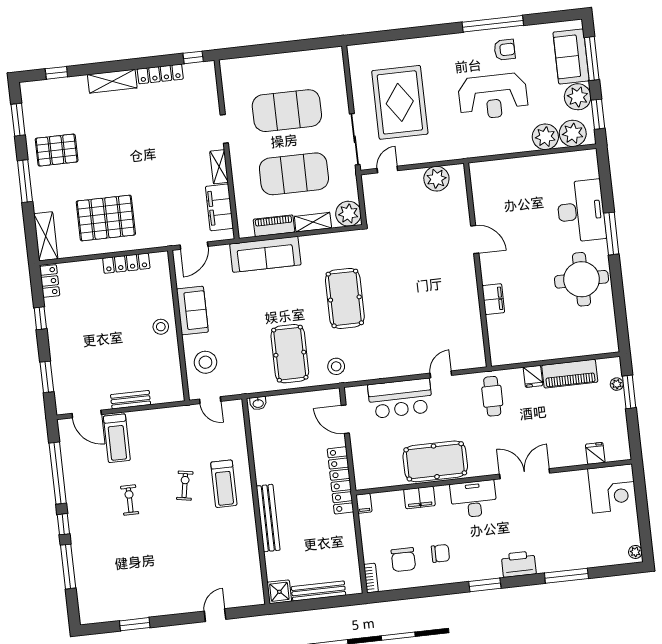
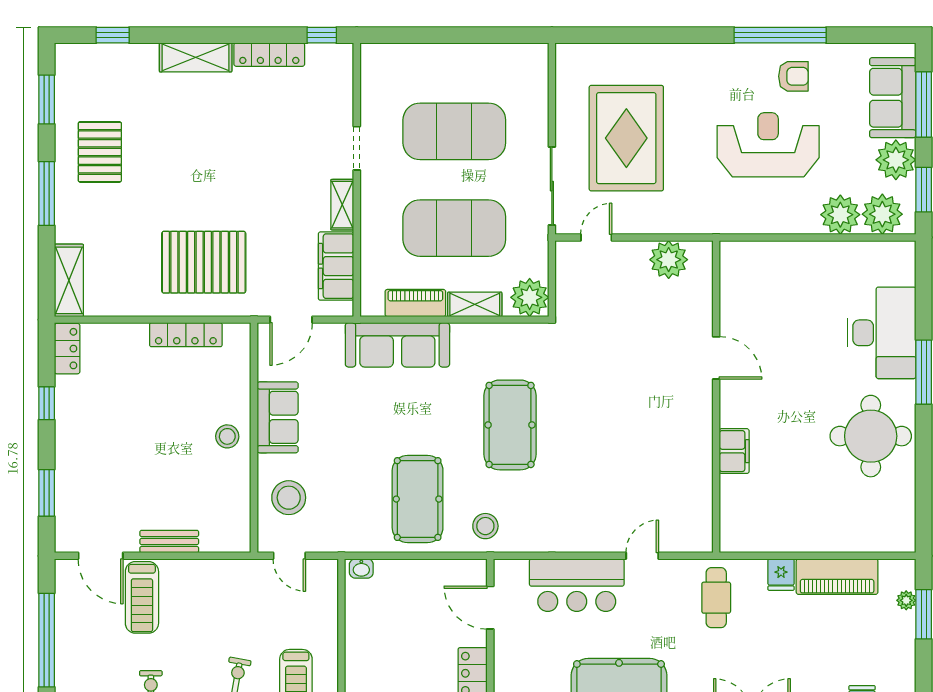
reception desk: (493, 96) -> (768, 145), turned 180
pallet: (57, 150) -> (100, 152), turned 90
pallet: (106, 218) -> (204, 262), moved

